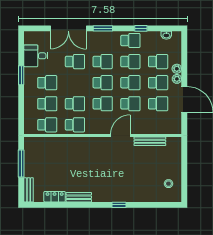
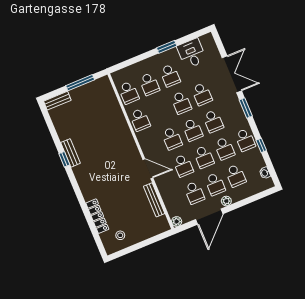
double door: (68, 28) -> (232, 74), swing flipped
plant: (177, 69) -> (177, 221), moved
school desk: (75, 104) -> (181, 103), moved
locker: (55, 197) -> (97, 216), moved, width x1.53
window: (119, 205) -> (64, 159), moved

